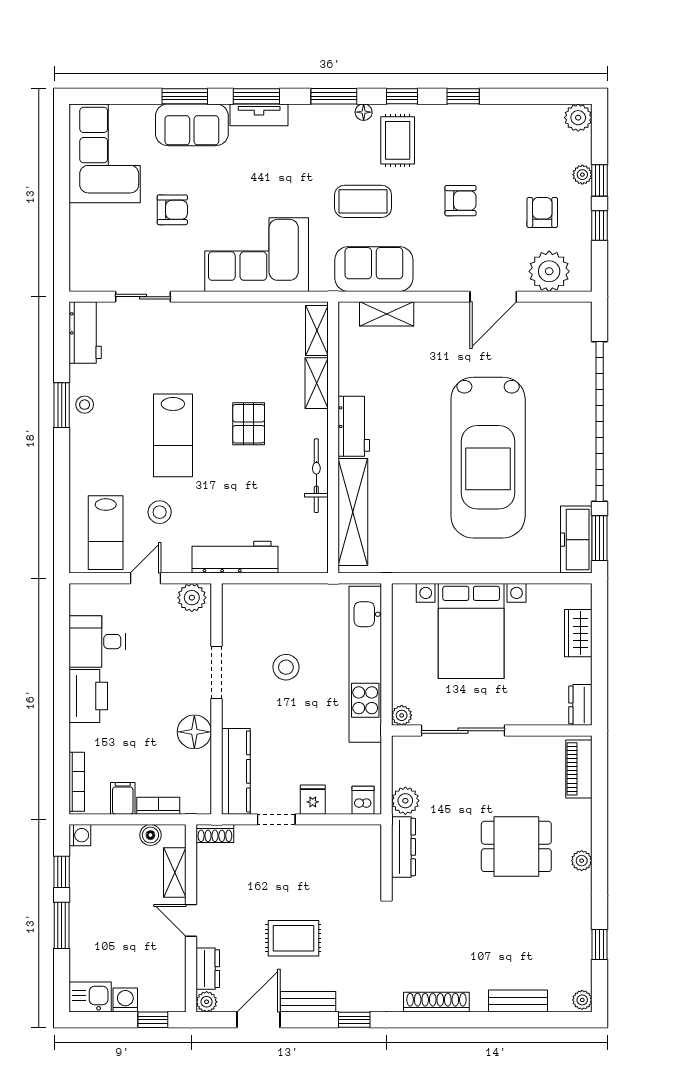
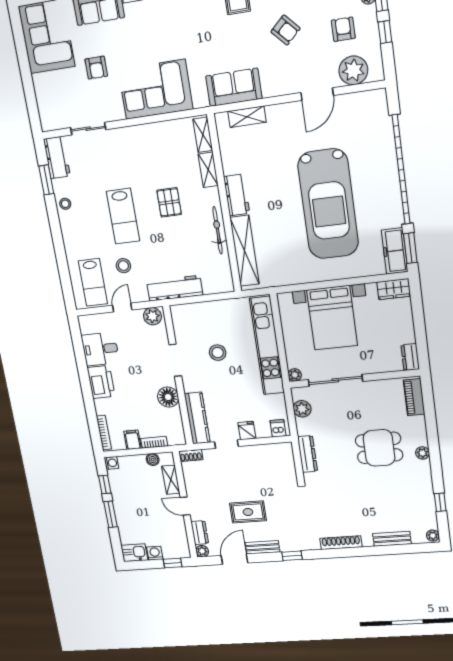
coffee table: (363, 201) -> (220, 41), removed
armchair: (460, 201) -> (285, 30), turned 47
armchair: (172, 210) -> (96, 68), turned 90
window: (62, 405) -> (46, 180), moved
wardrobe: (578, 633) -> (394, 289), moved, turned -90
plant: (405, 801) -> (302, 409), moved

